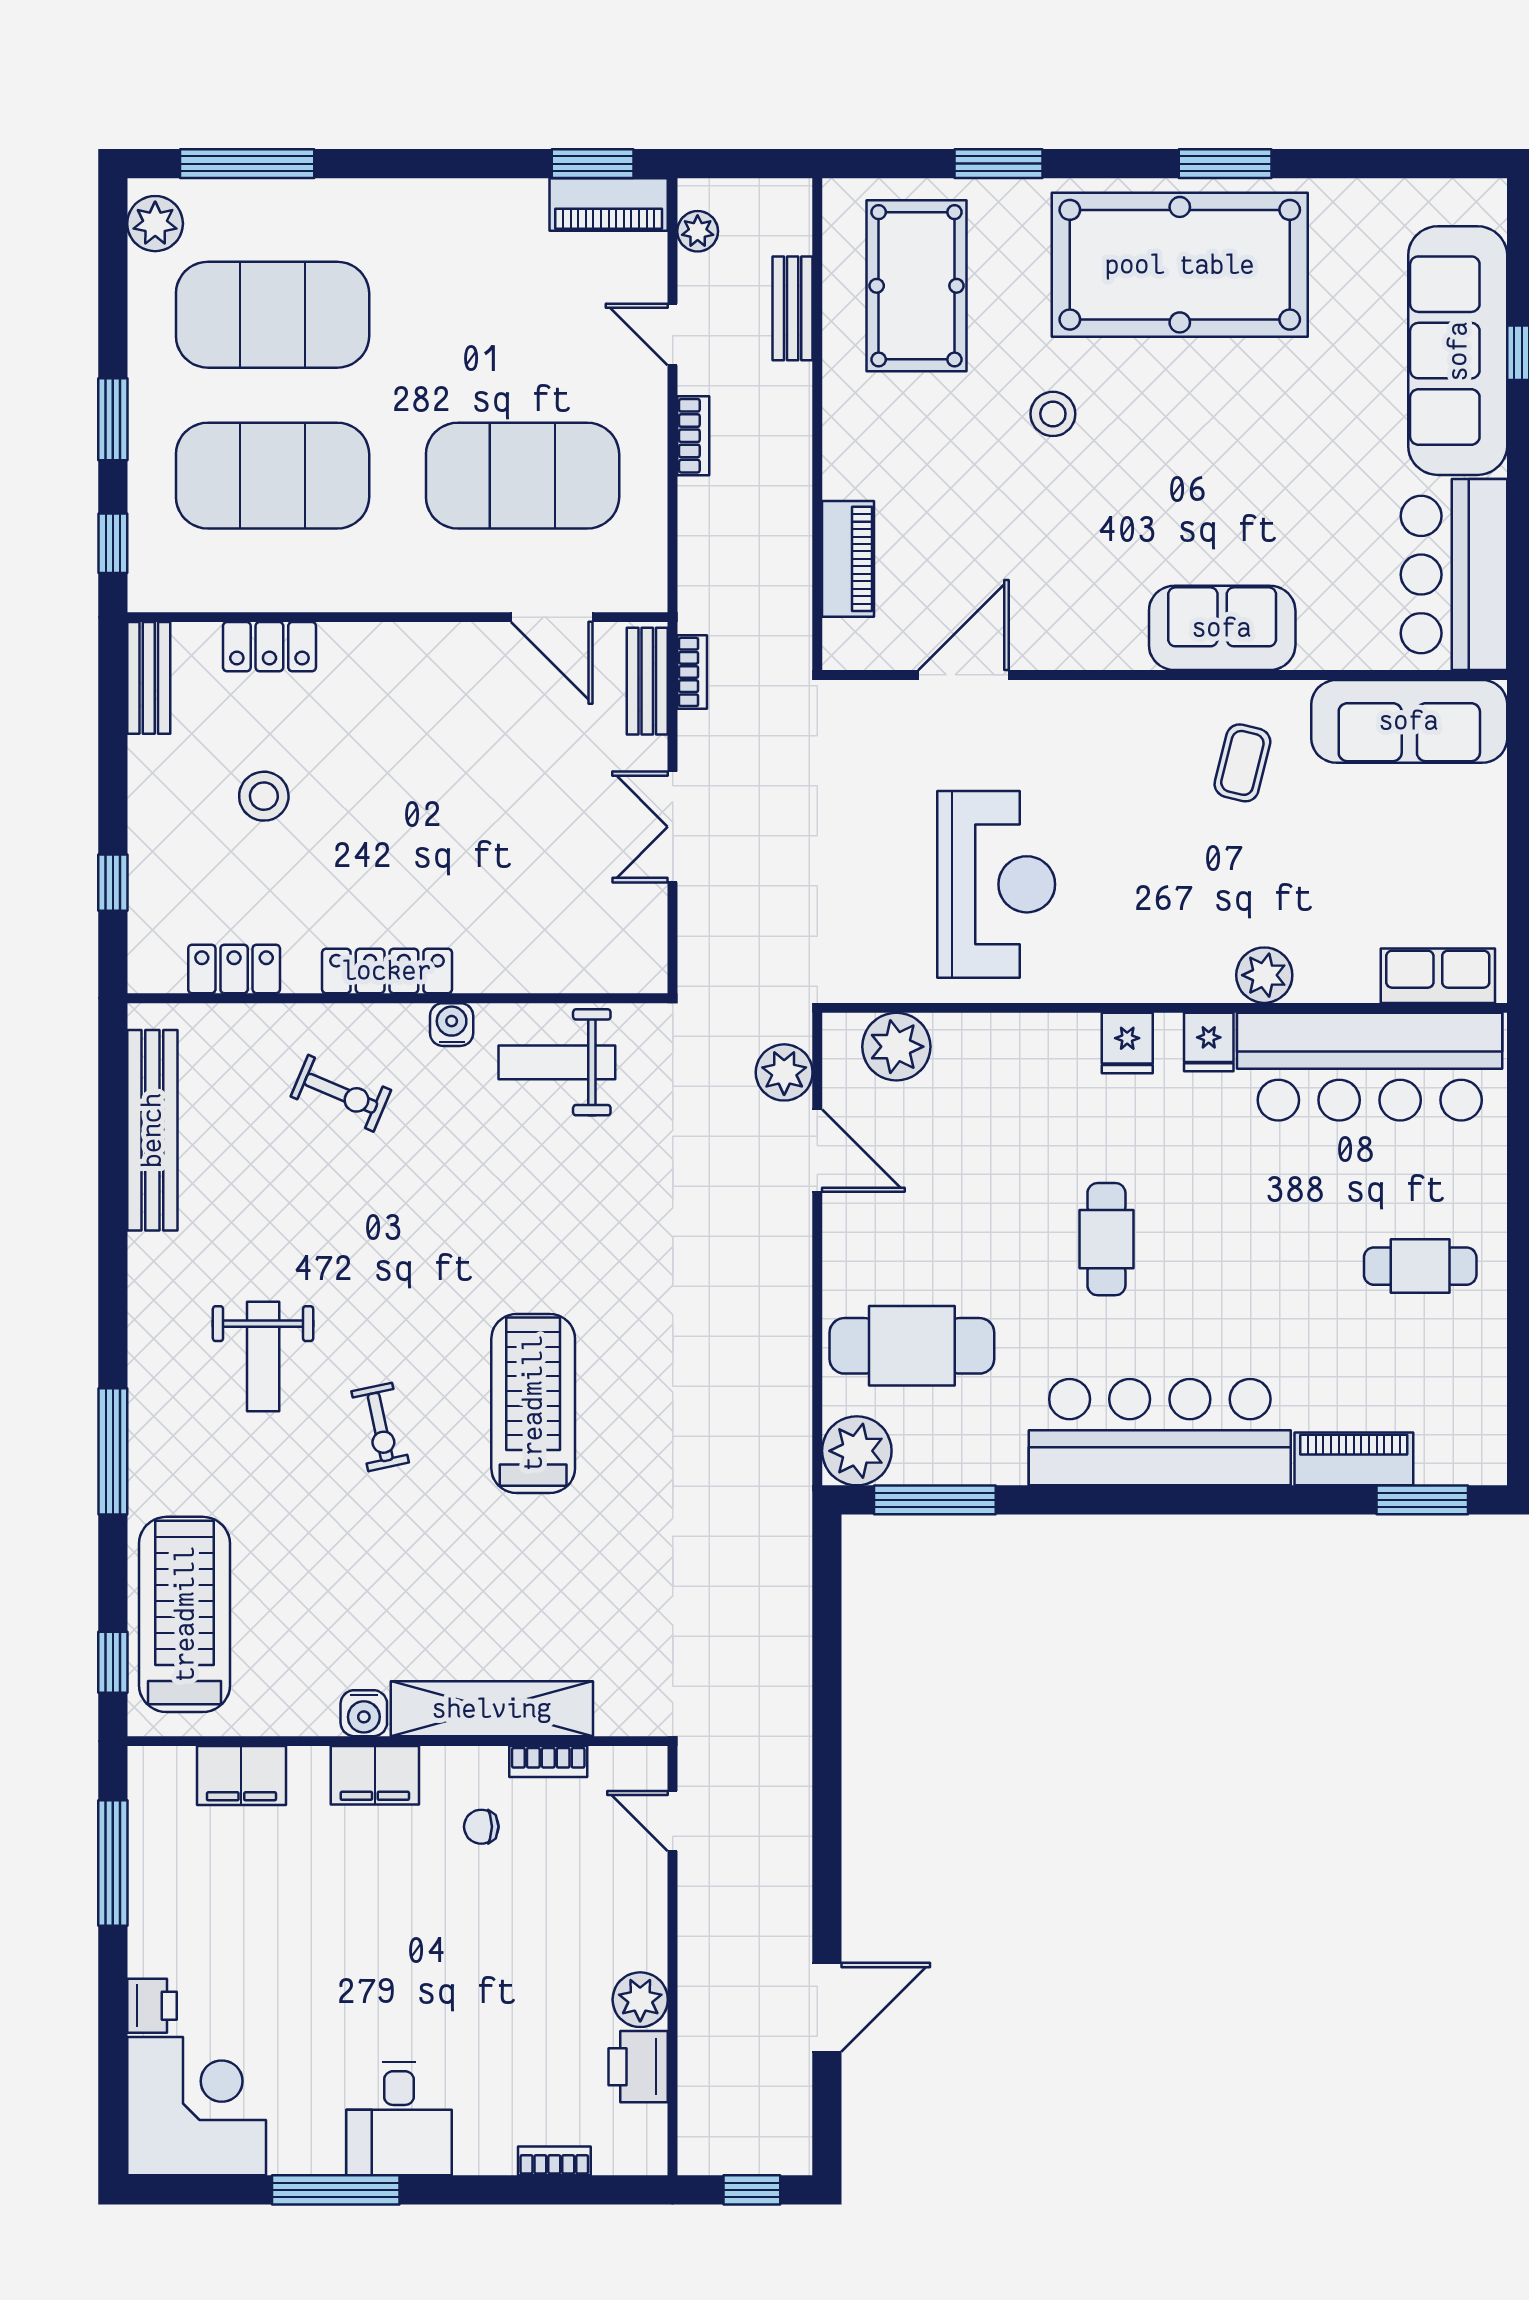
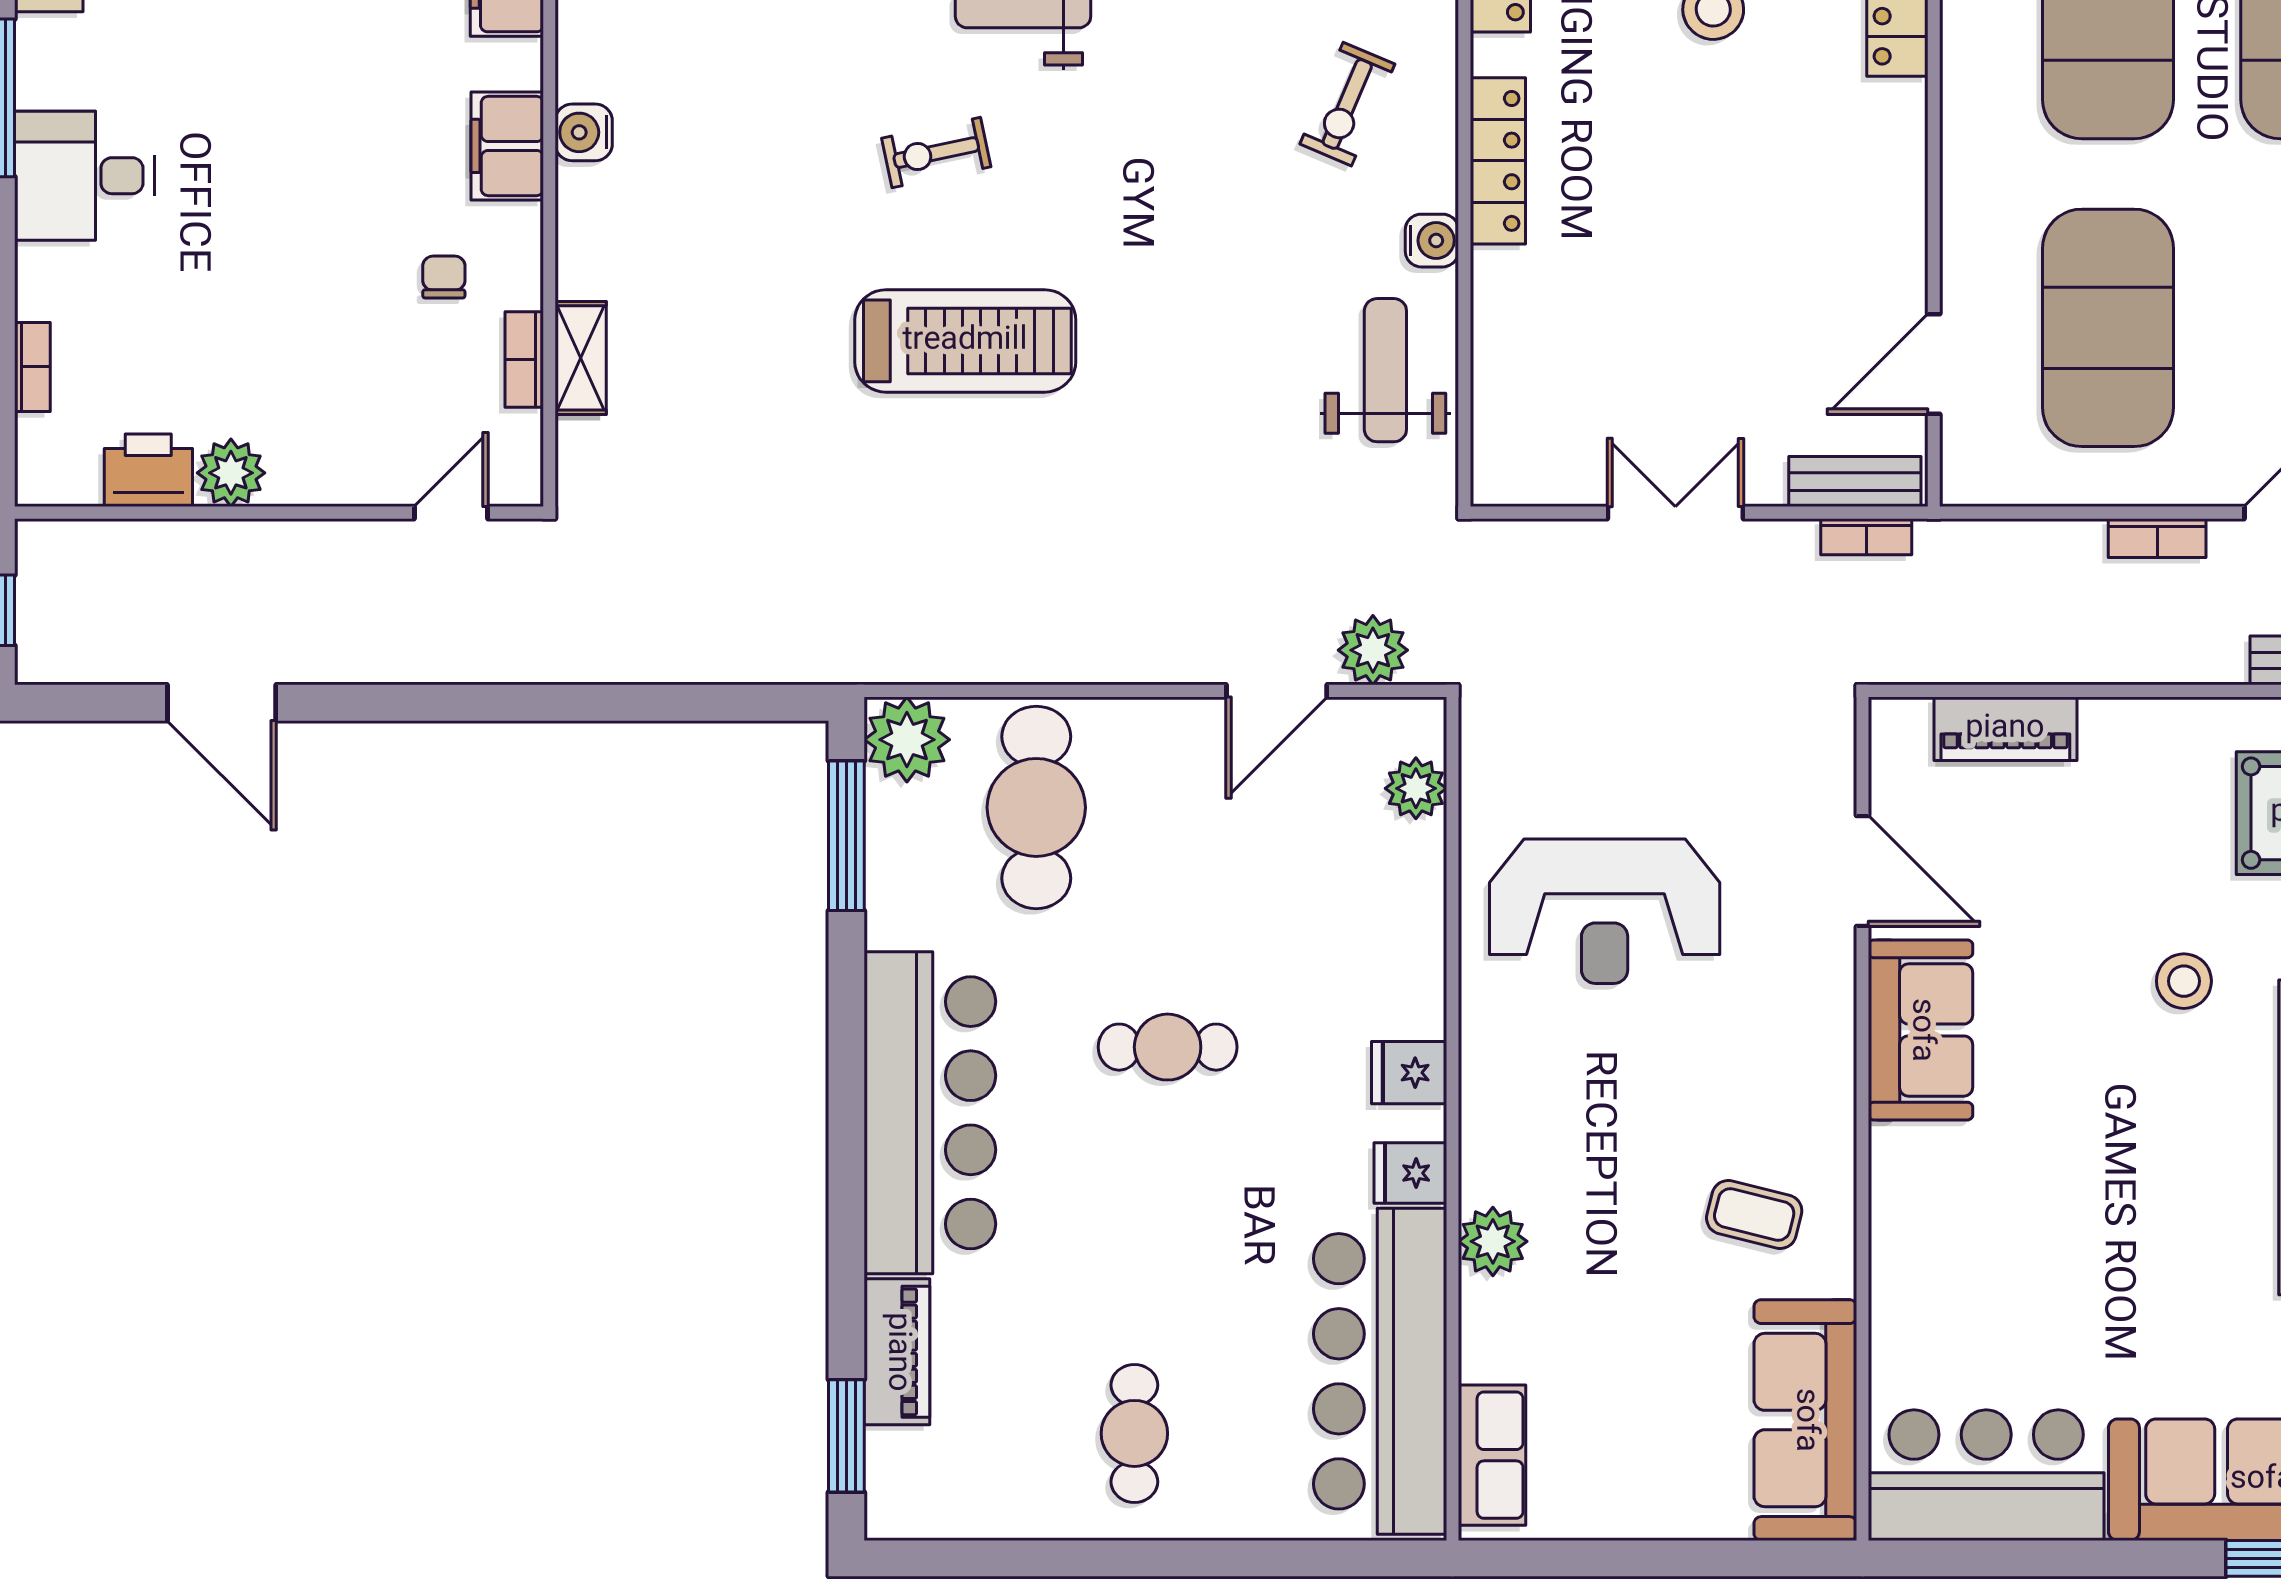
sofa: (1222, 628) -> (1921, 1030), moved
plant: (896, 1047) -> (1416, 788), width x0.73, depth x0.73
shelving: (492, 1709) -> (581, 358), width x0.45, depth x0.75

